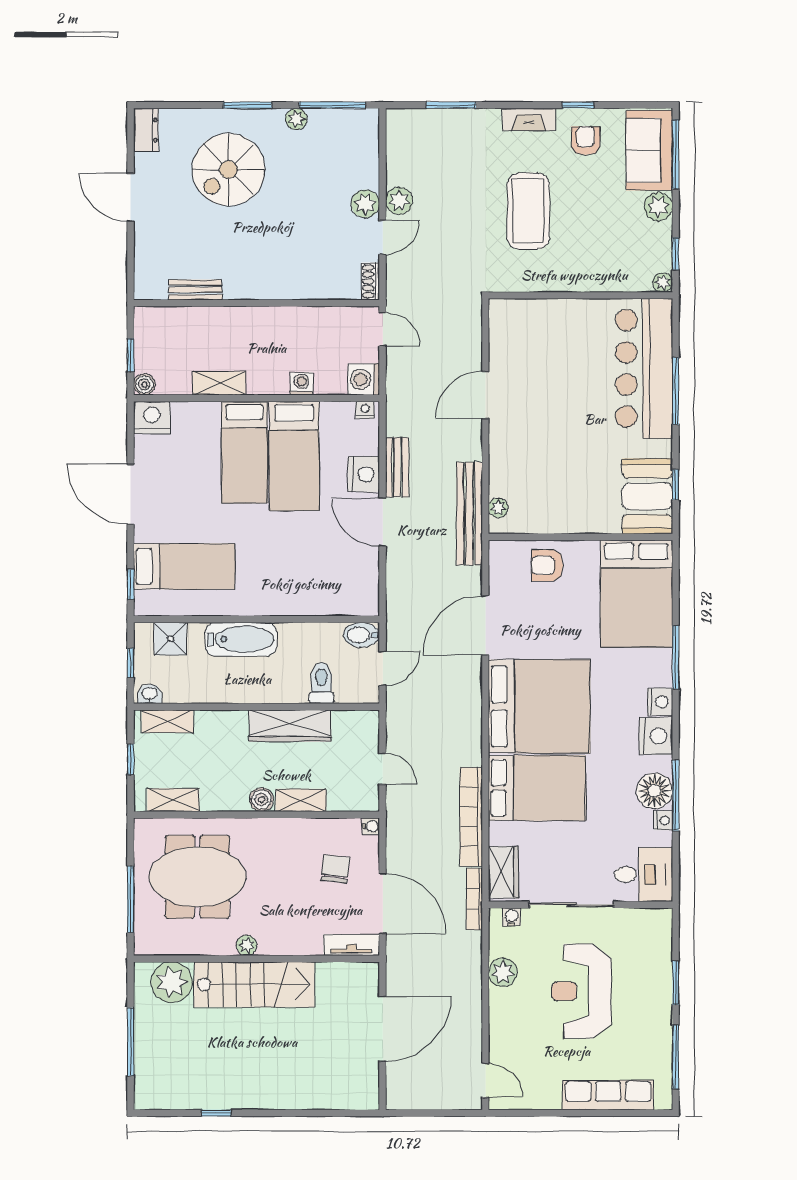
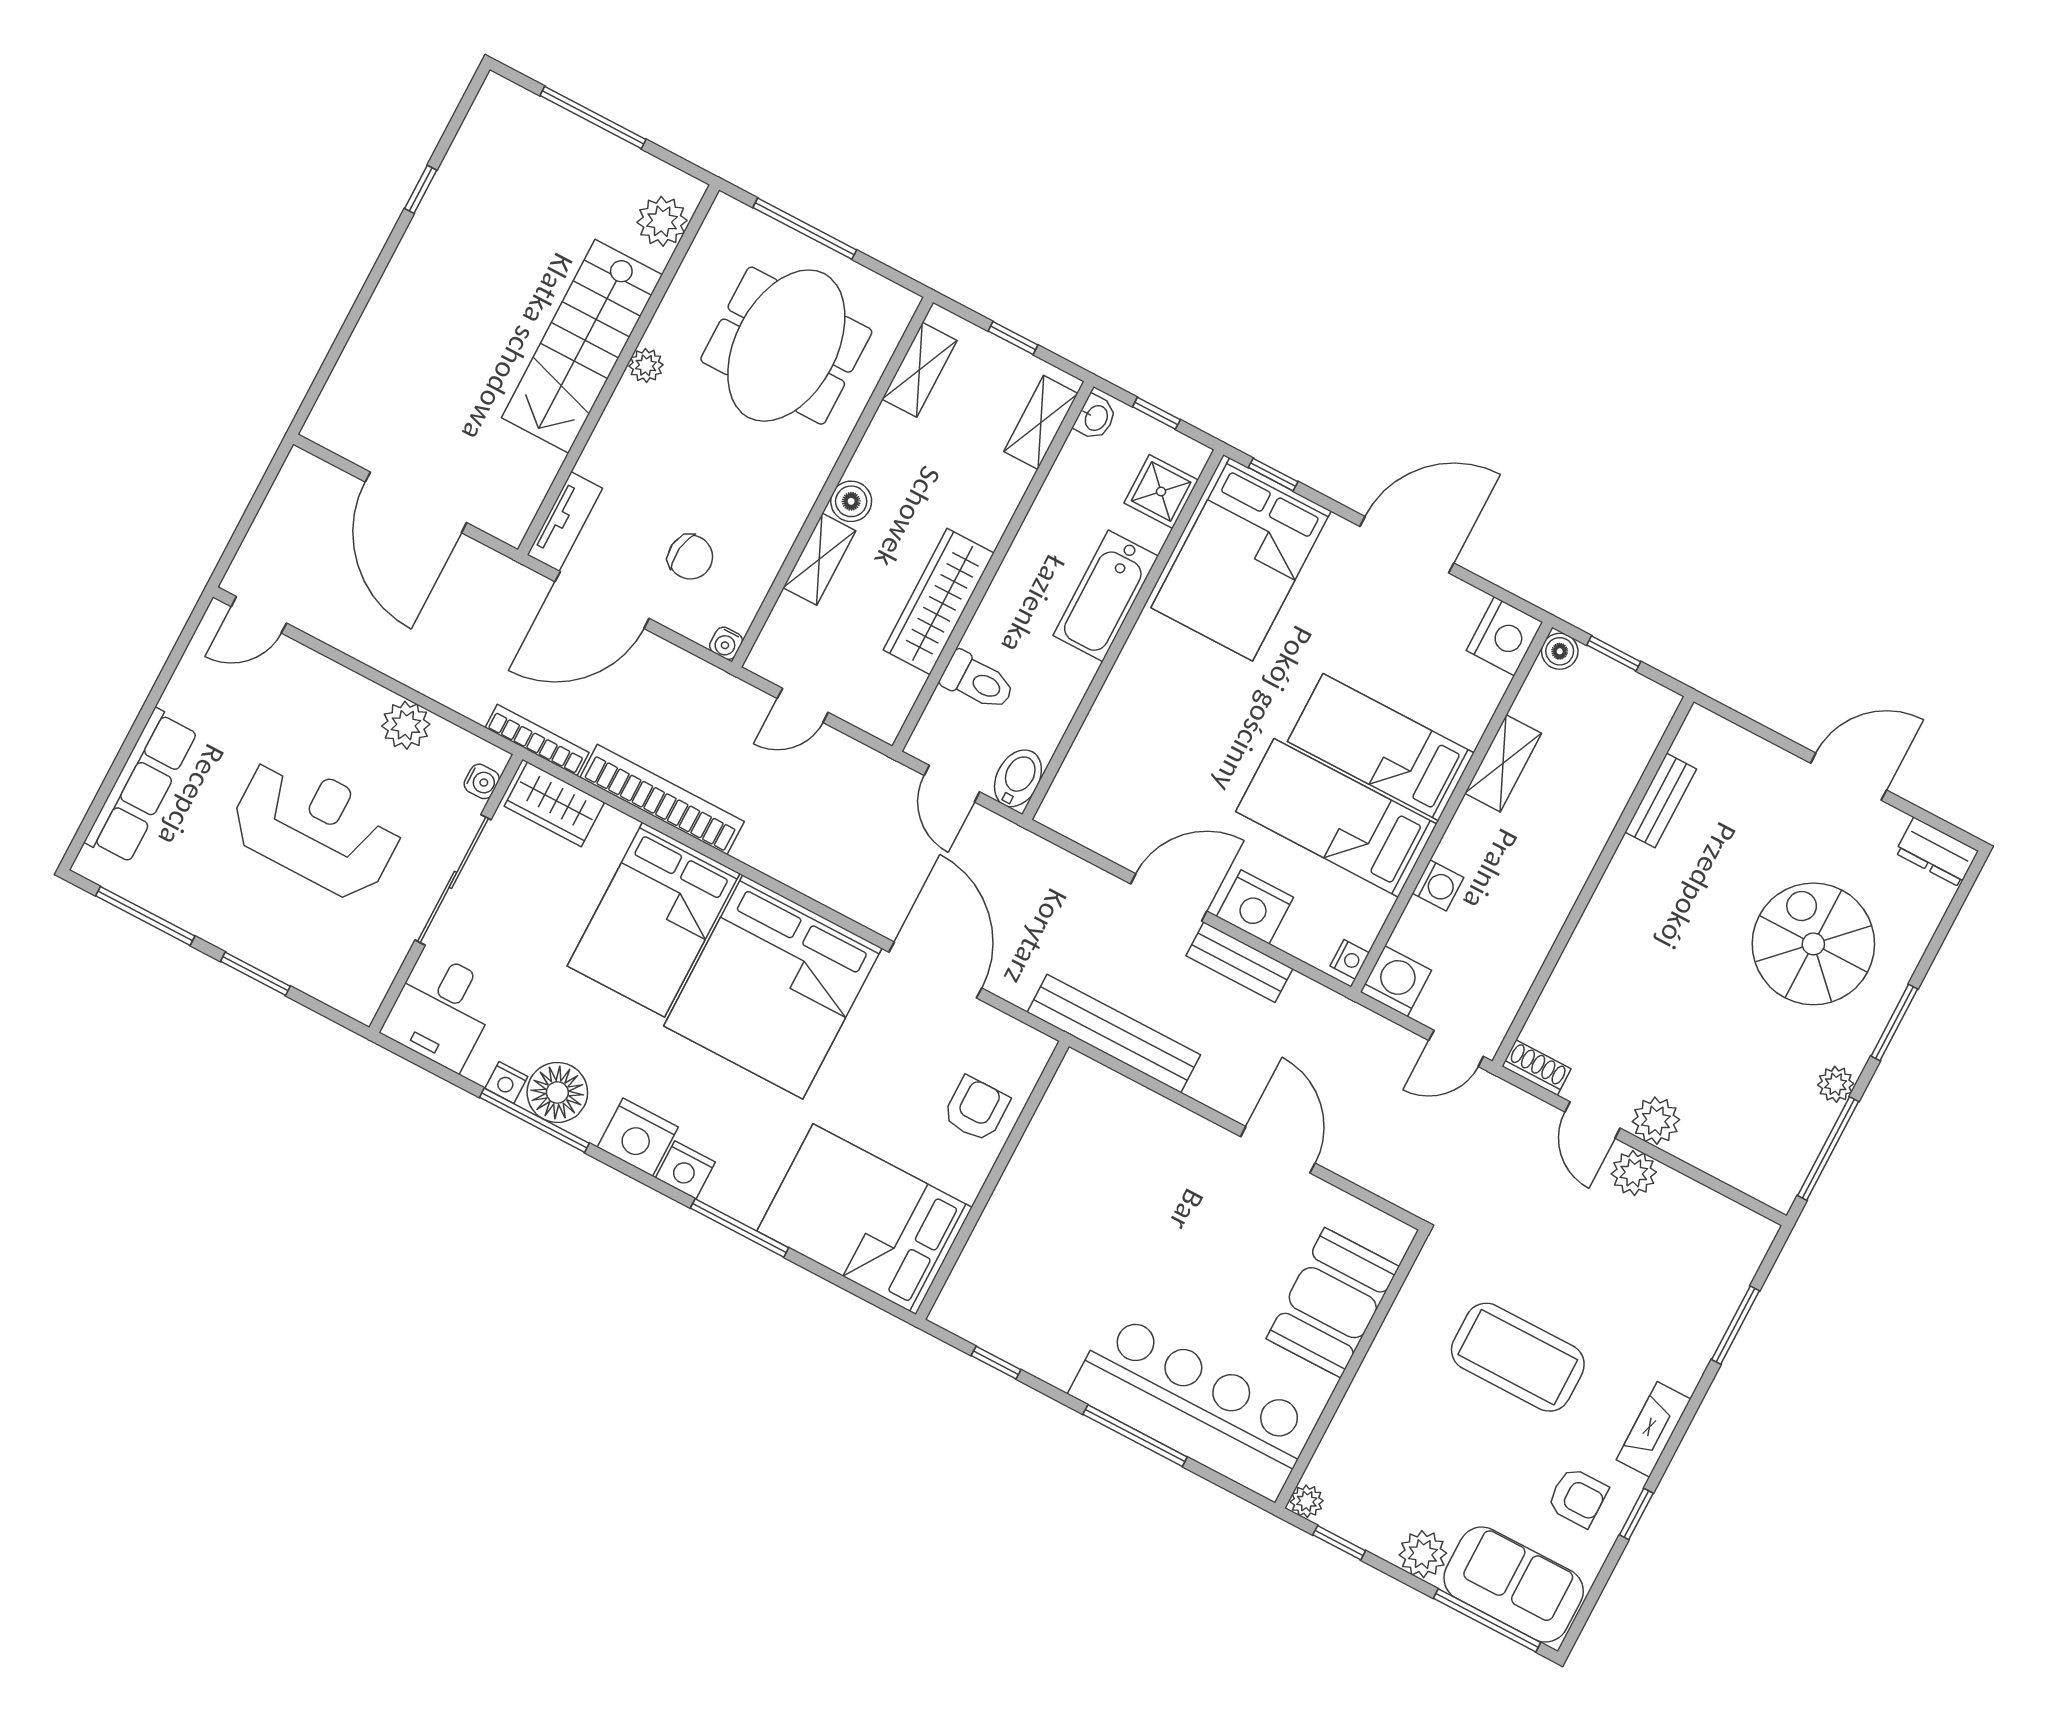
booth: (647, 496) -> (1333, 1303), moved, turned 90
plant: (498, 508) -> (1100, 1081), removed
bed: (184, 566) -> (1241, 559), width x1.50
plant: (172, 982) -> (662, 221), width x0.73, depth x0.73

